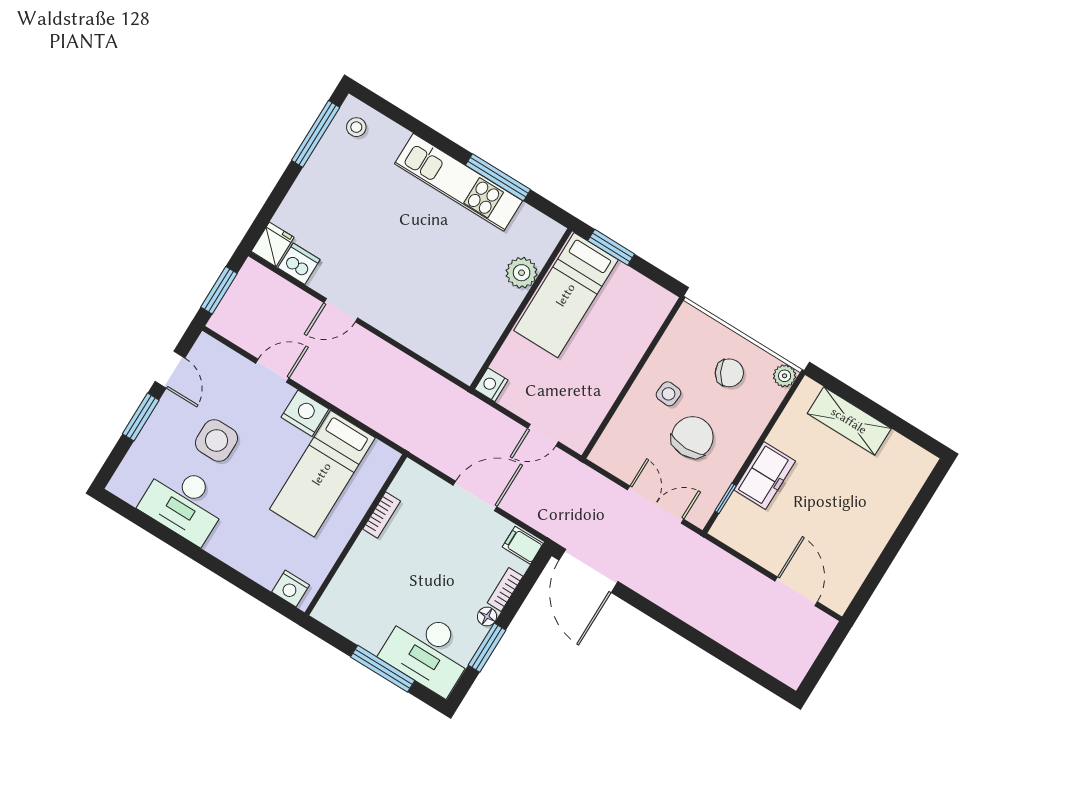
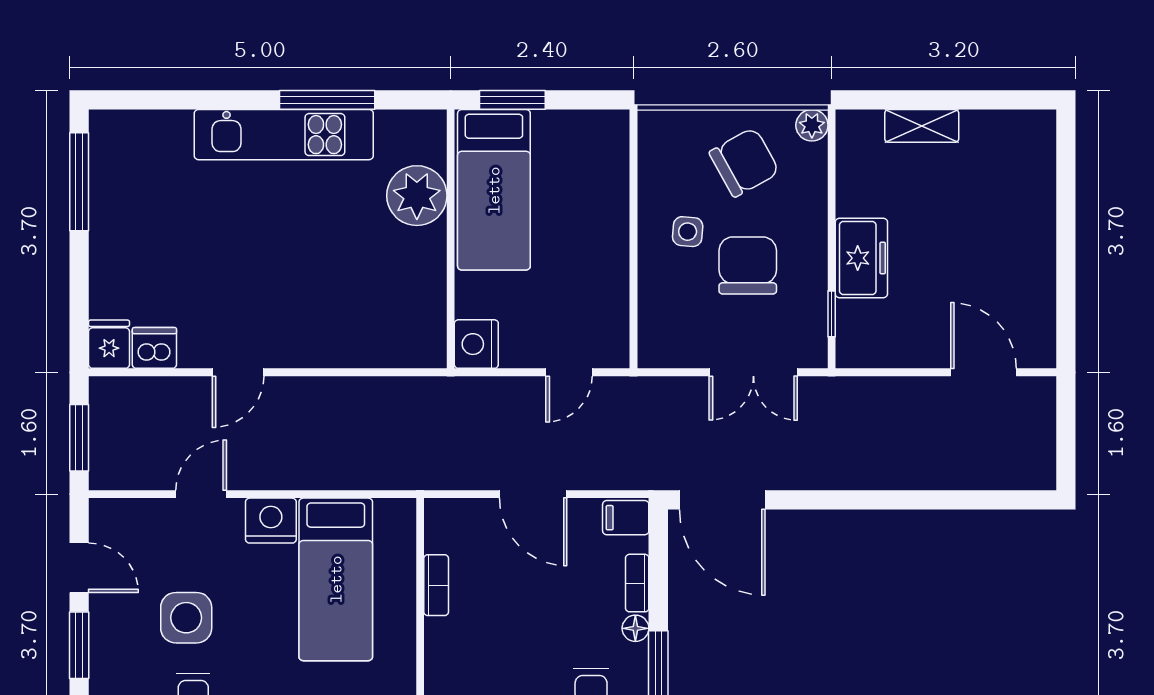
stool: (356, 127) -> (122, 144), removed
plant: (522, 273) -> (417, 196), width x1.36, depth x1.36
chair: (729, 373) -> (744, 162), width x1.37, depth x1.37
nightstand: (491, 385) -> (476, 344), width x1.36, depth x1.33
shelving: (849, 421) -> (922, 126), width x0.67, depth x0.75
door: (475, 496) -> (533, 494), swing flipped
double door: (656, 505) -> (753, 372), swing flipped

